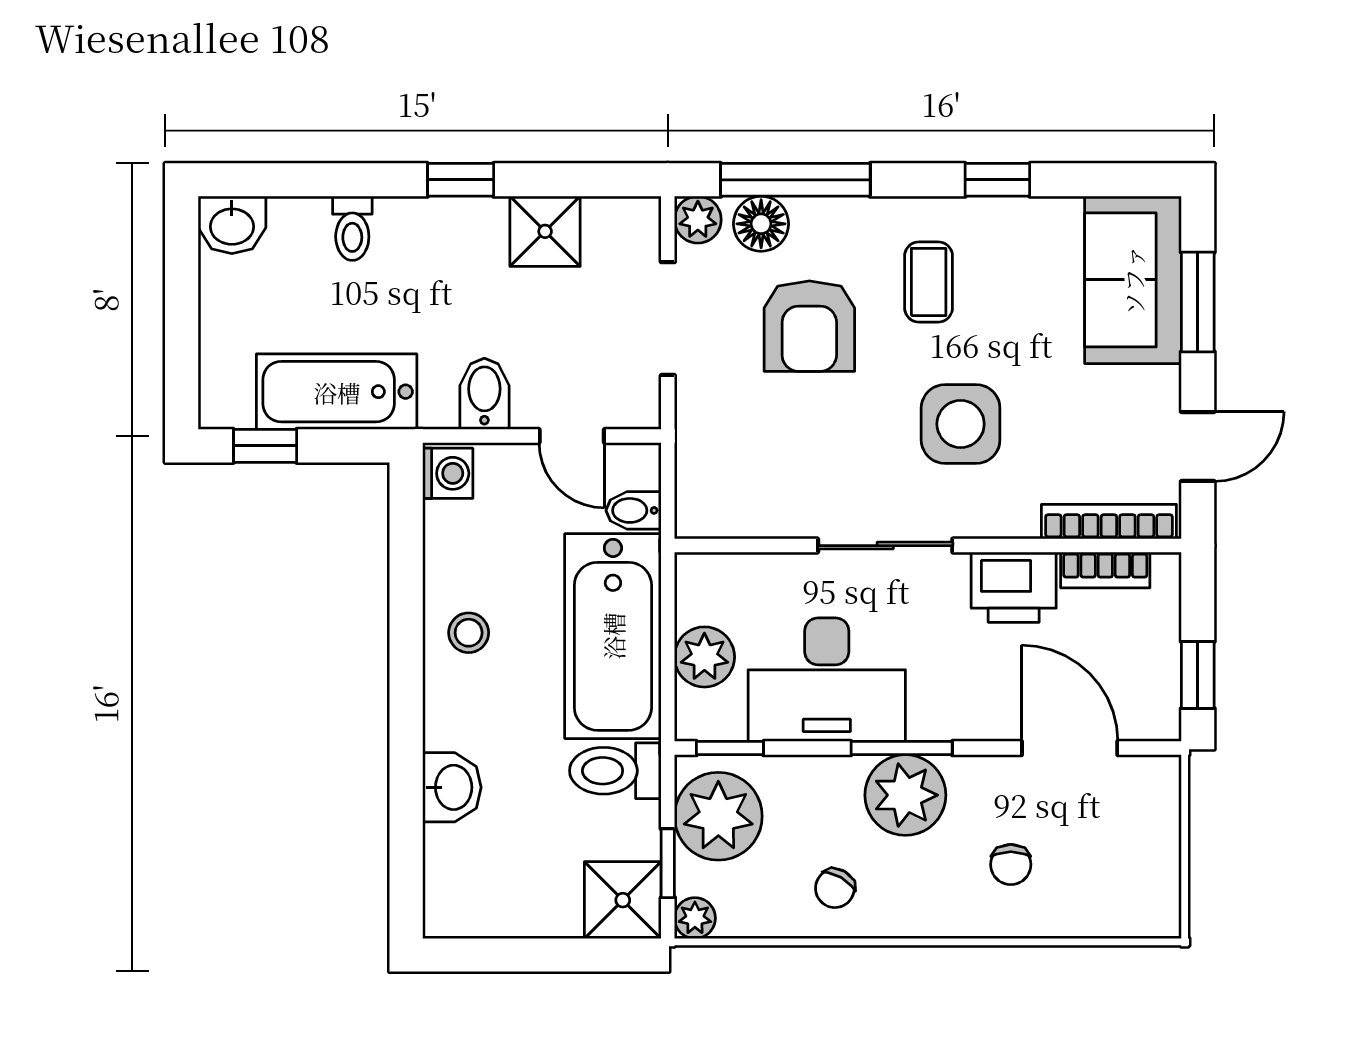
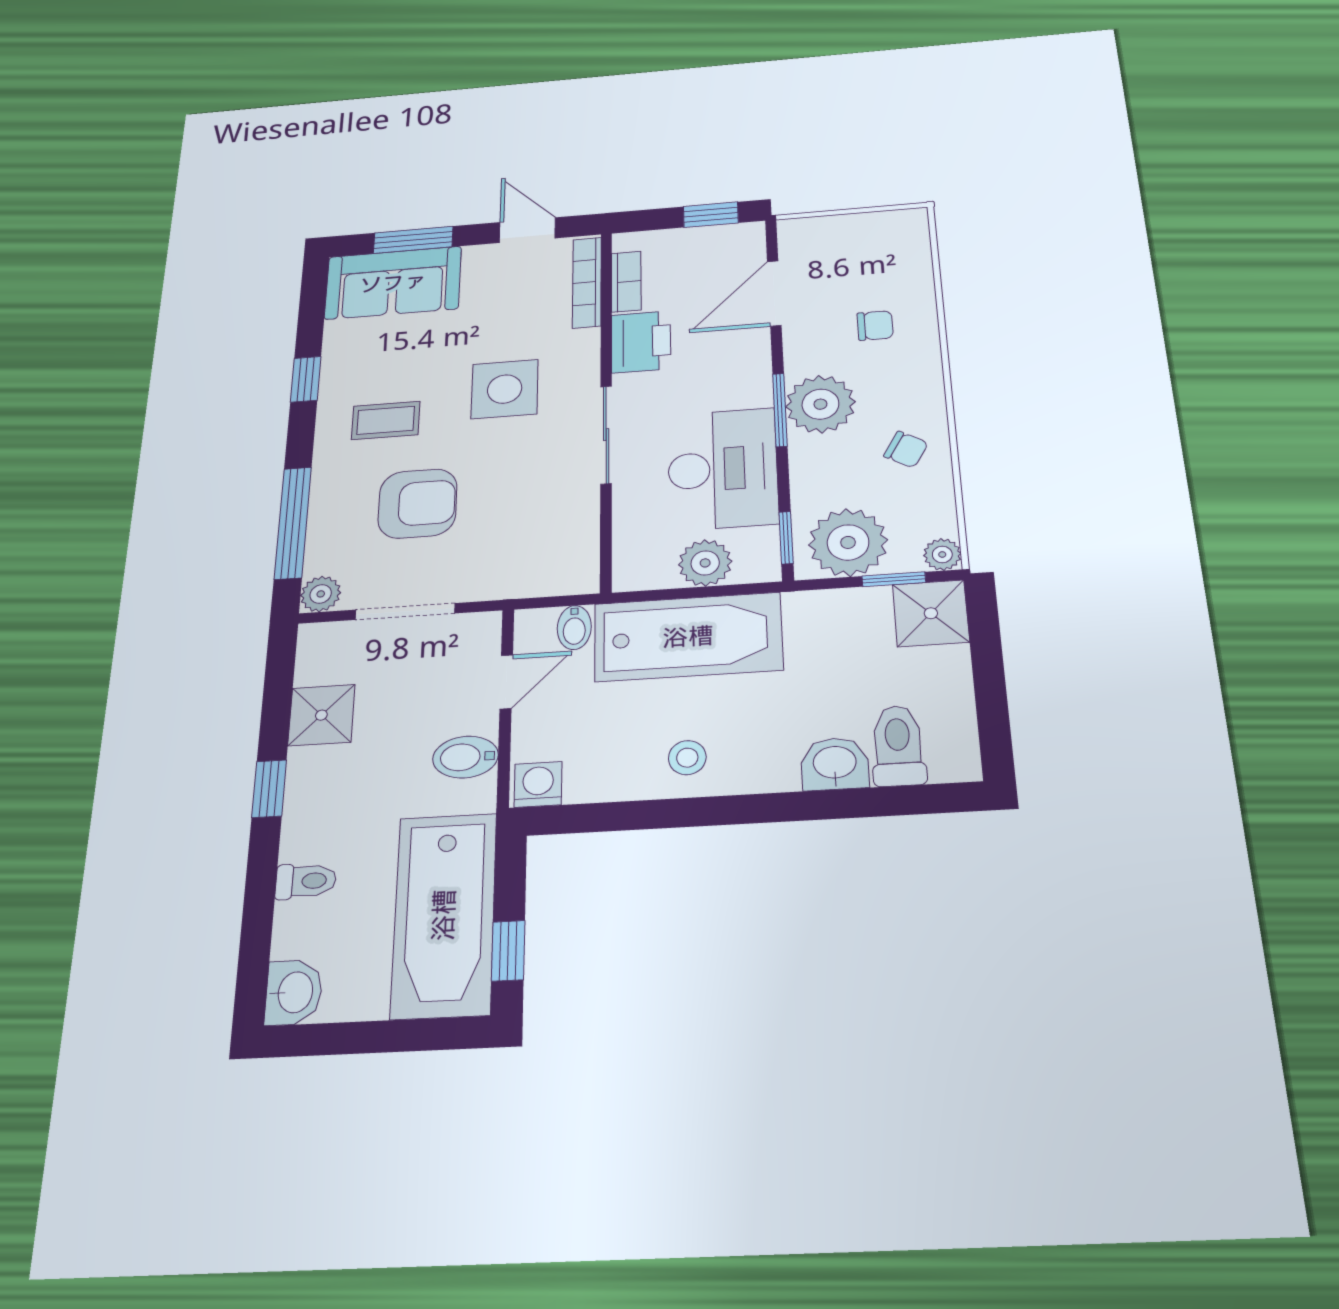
floor lamp: (761, 224) -> (328, 546), removed
bathtub: (337, 392) -> (444, 915), width x1.36, depth x1.36
toilet: (615, 771) -> (898, 746), moved, turned 180

